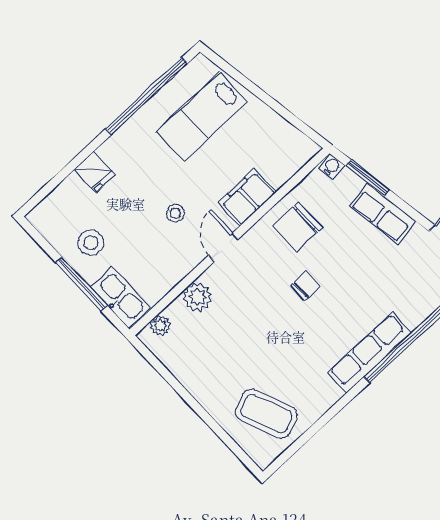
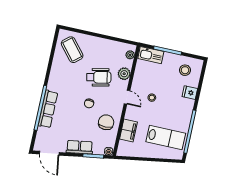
lab bench: (202, 117) -> (166, 138), turned 90
filing cabinet: (247, 197) -> (128, 131), moved
stool: (91, 243) -> (185, 70), moved
wheelchair: (252, 324) -> (99, 77), added
row of seats: (370, 352) -> (48, 109), moved
coffee table: (267, 414) -> (72, 50), turned 72

